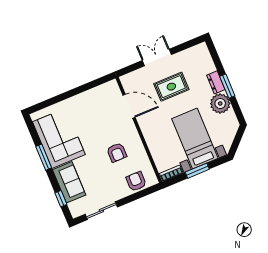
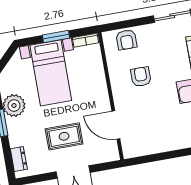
dresser: (216, 82) -> (19, 159), moved

